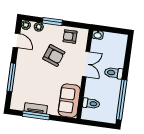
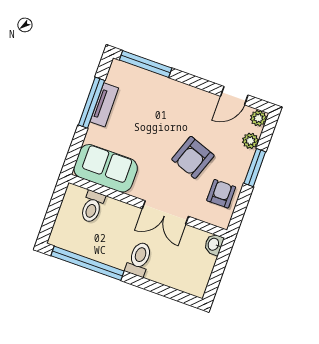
window: (11, 77) -> (146, 64), moved

